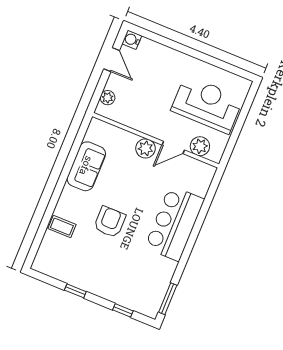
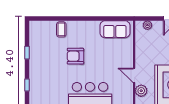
plant: (145, 148) -> (127, 59), removed
sofa: (86, 166) -> (115, 29), moved
armchair: (110, 222) -> (75, 56), turned 180

